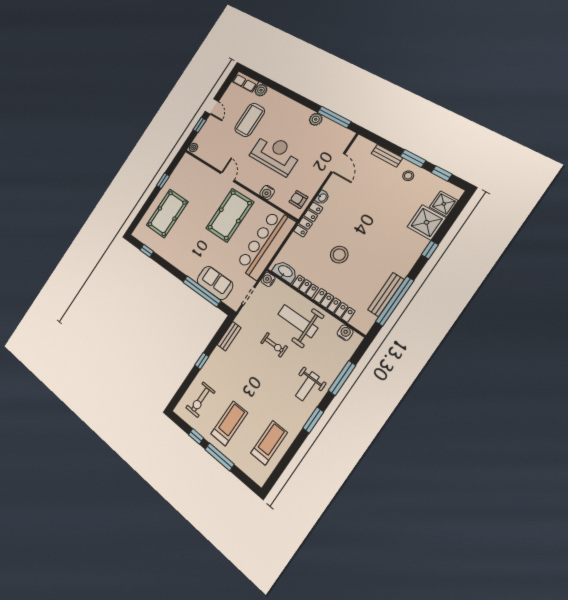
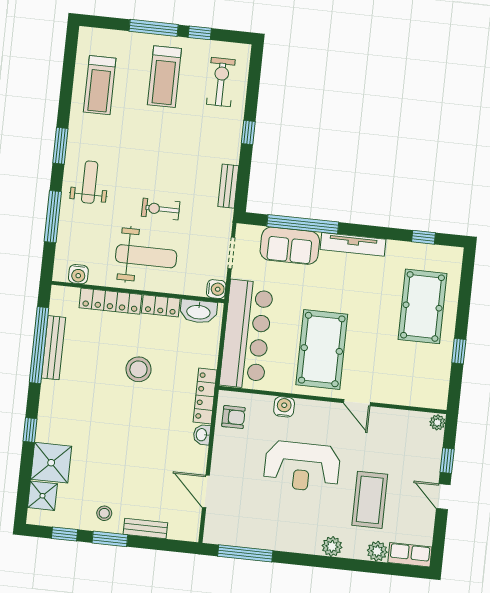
plant: (316, 119) -> (332, 546), moved
tv unit: (183, 266) -> (353, 244), added

